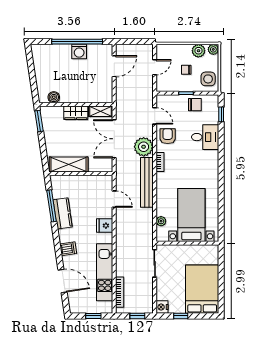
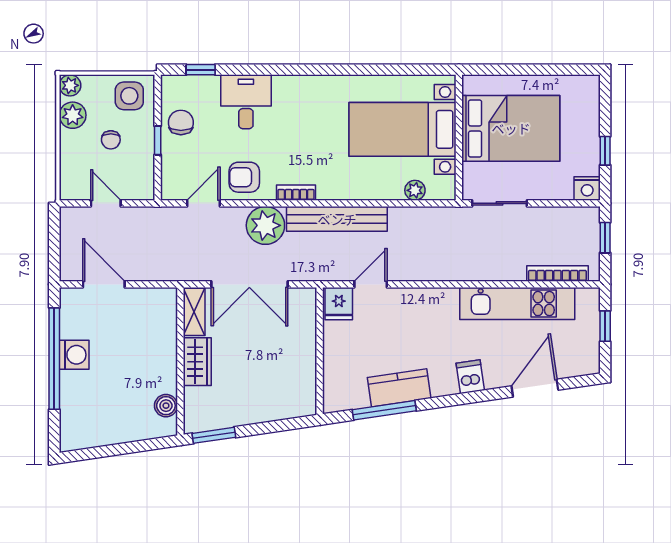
shelving: (69, 165) -> (301, 376), removed
fridge: (105, 226) -> (339, 304), moved
bed: (202, 289) -> (511, 128), moved, turned 180

